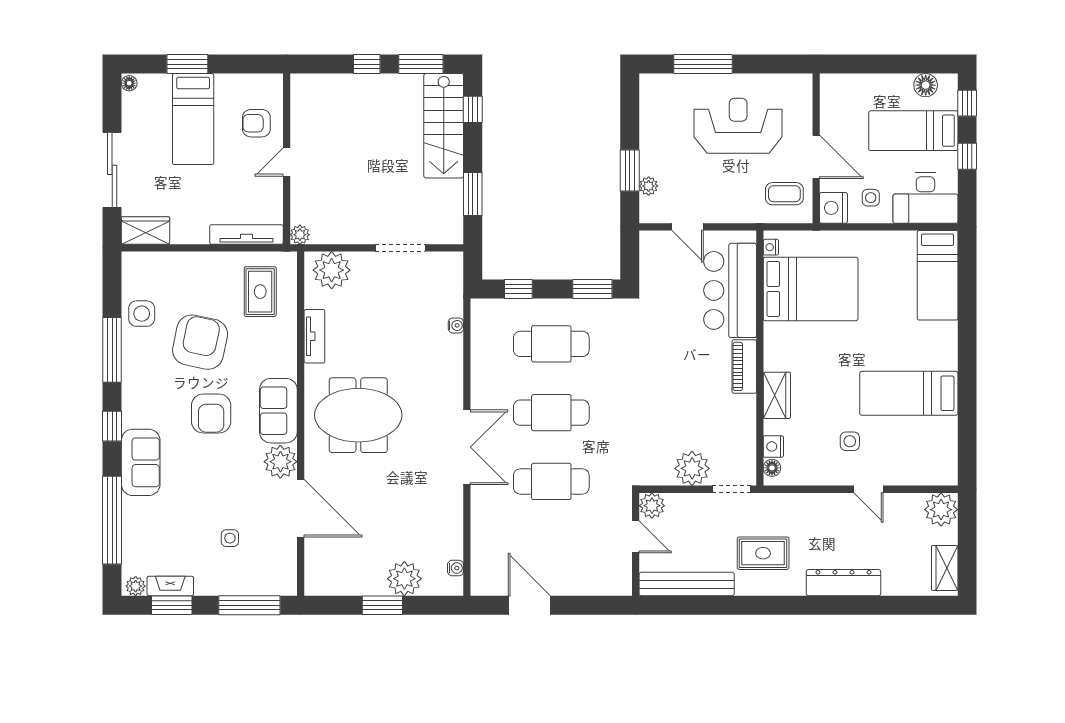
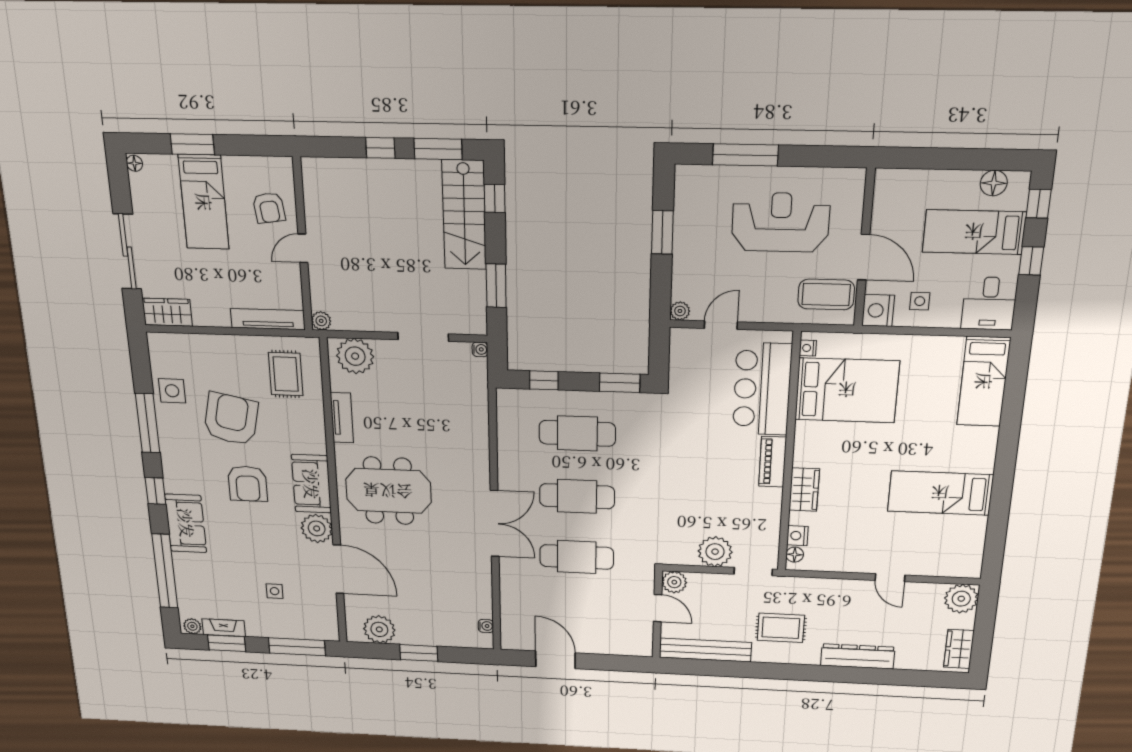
armchair: (256, 123) -> (269, 208), turned -98
window: (630, 171) -> (662, 232), moved
plant: (649, 186) -> (680, 311), moved
coffee table: (784, 194) -> (826, 294), width x1.36, depth x1.30
desk: (925, 198) -> (989, 303), width x0.73
door: (688, 227) -> (721, 325), swing flipped
water cooler: (456, 325) -> (480, 349), moved
side table: (850, 441) -> (875, 534), removed
plant: (404, 579) -> (379, 629), moved

